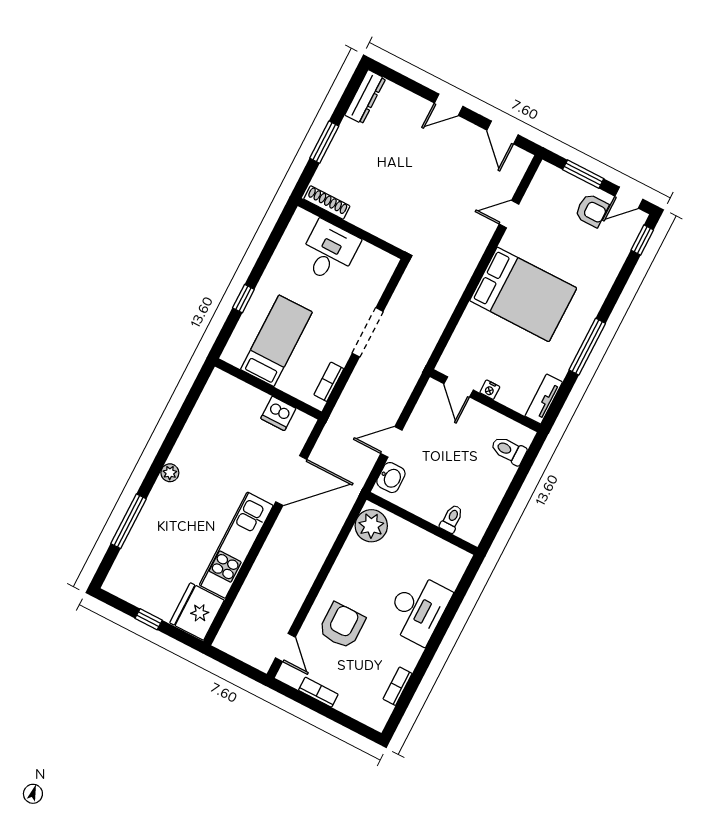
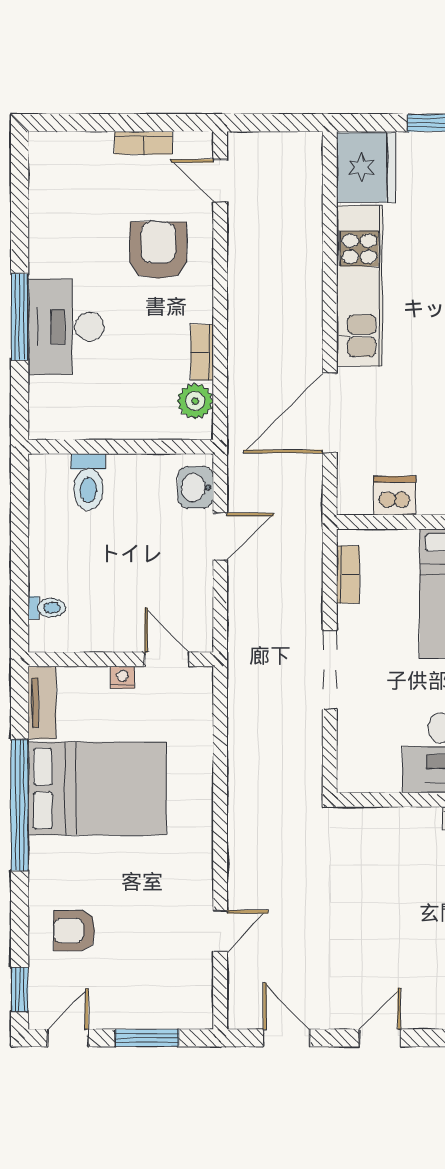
armchair: (592, 210) -> (74, 931), moved
bed: (523, 294) -> (97, 789), moved, turned 180
window: (587, 347) -> (20, 805), width x1.46
toilet: (509, 450) -> (47, 608), width x0.73, depth x0.72
toilet: (452, 519) -> (88, 482), width x1.37, depth x1.39
plant: (371, 526) -> (195, 401), width x0.73, depth x0.73
armchair: (342, 626) -> (158, 250), turned 180
window: (442, 629) -> (20, 317), added
bookcase: (398, 686) -> (202, 352), moved, turned 180

